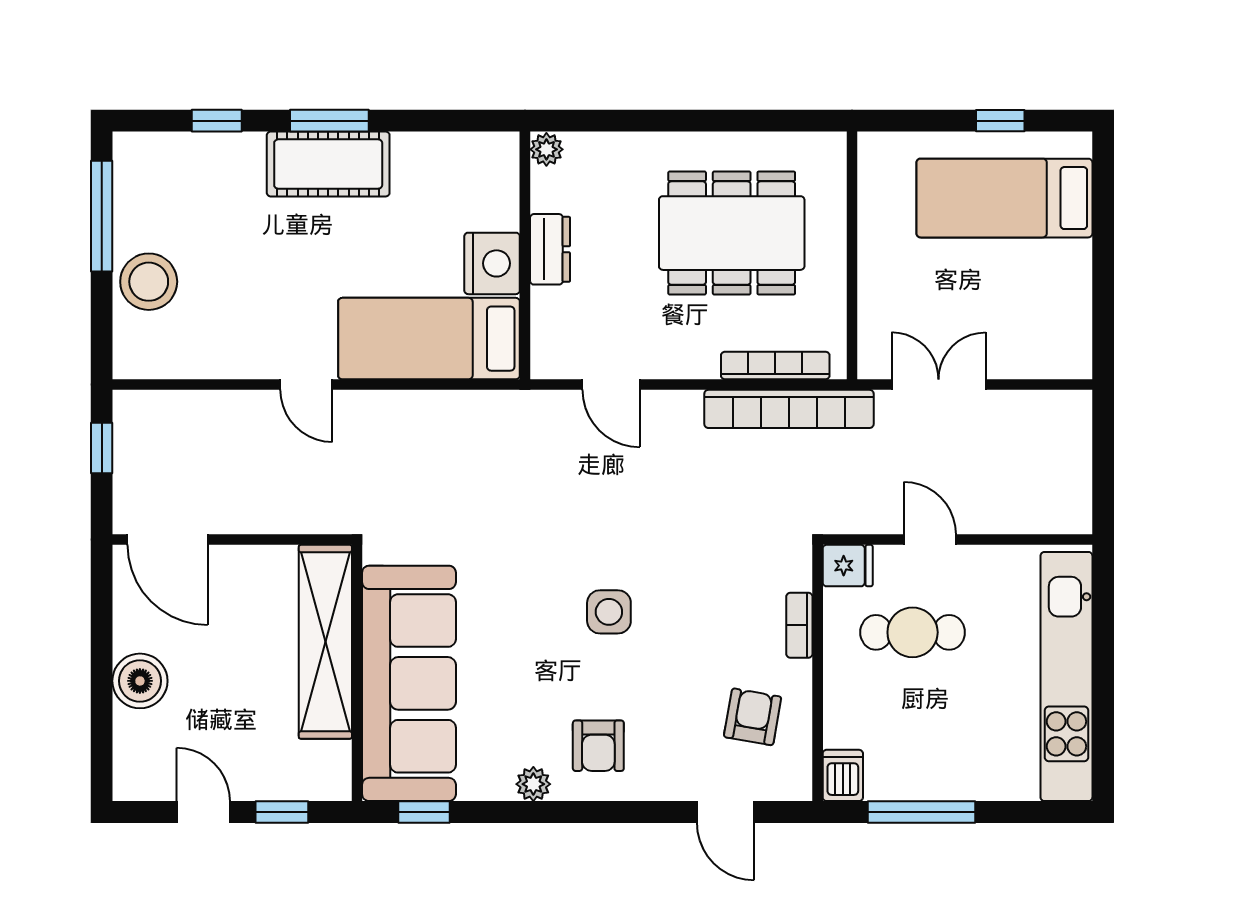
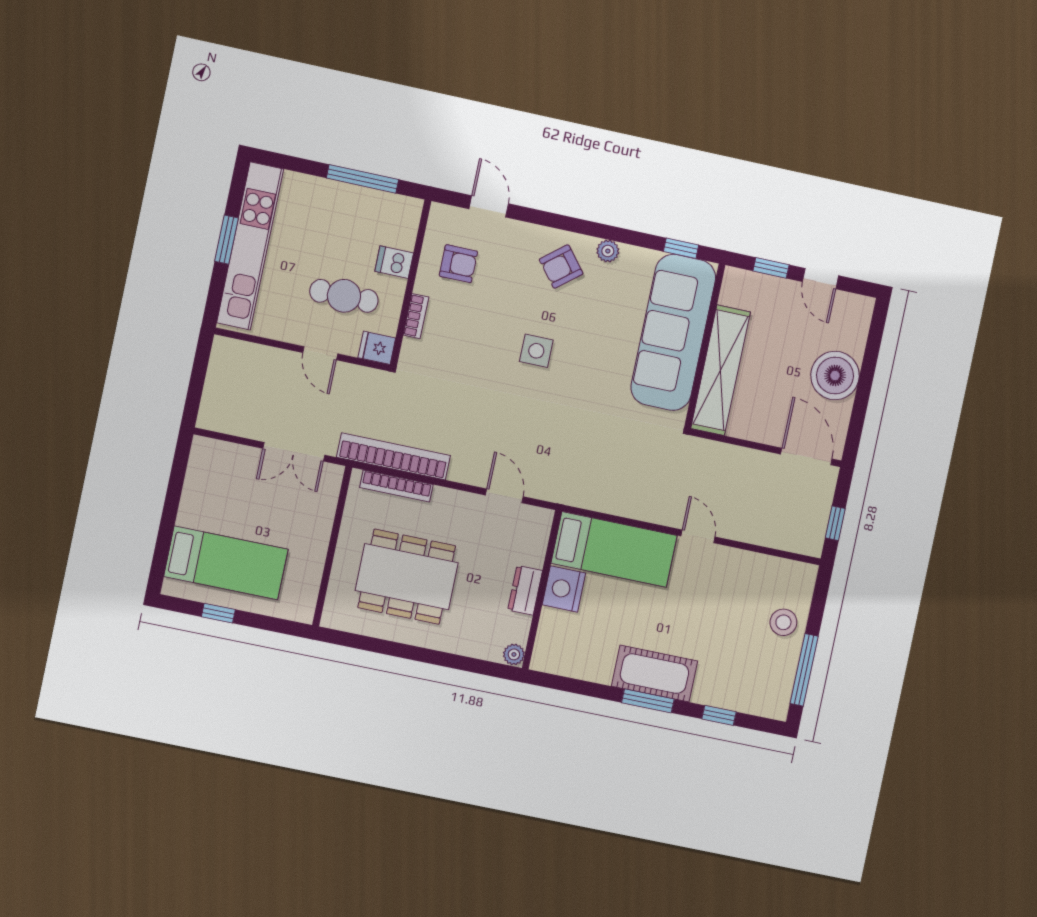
stool: (149, 282) -> (783, 622), width x0.73, depth x0.73
window: (1103, 678) -> (227, 240), added
boiler: (140, 681) -> (835, 376), width x1.37, depth x1.37
armchair: (753, 717) -> (458, 264), turned -100
armchair: (598, 746) -> (561, 267), turned -129
dishwasher: (843, 775) -> (394, 262), moved, turned 90

